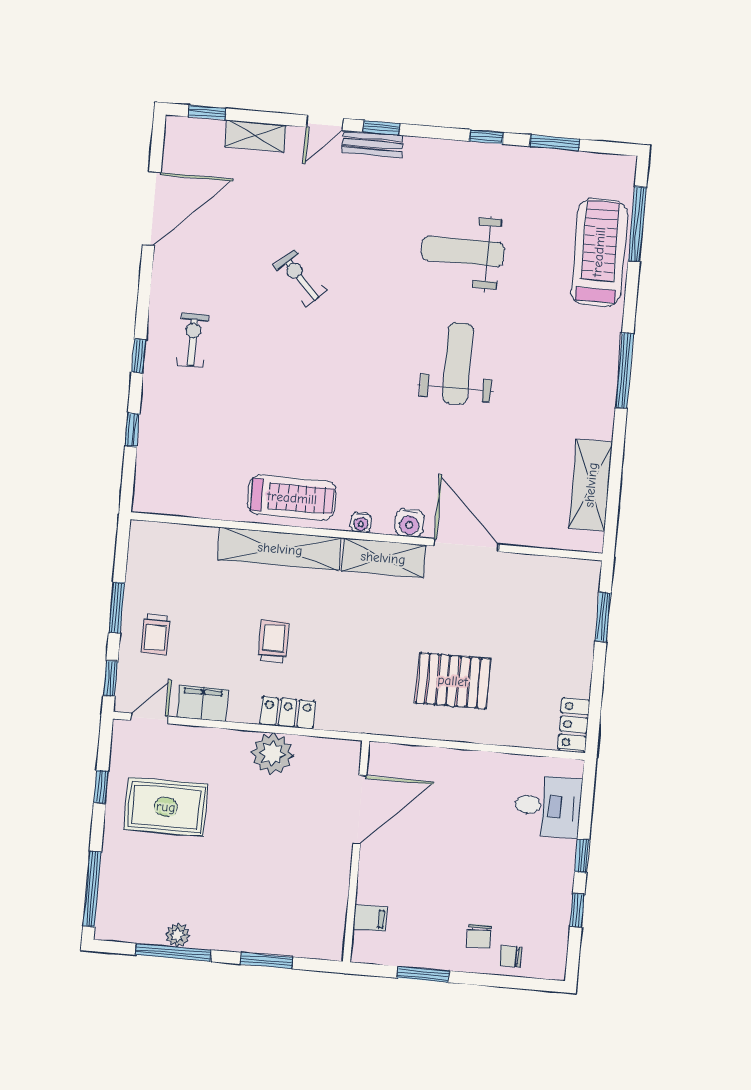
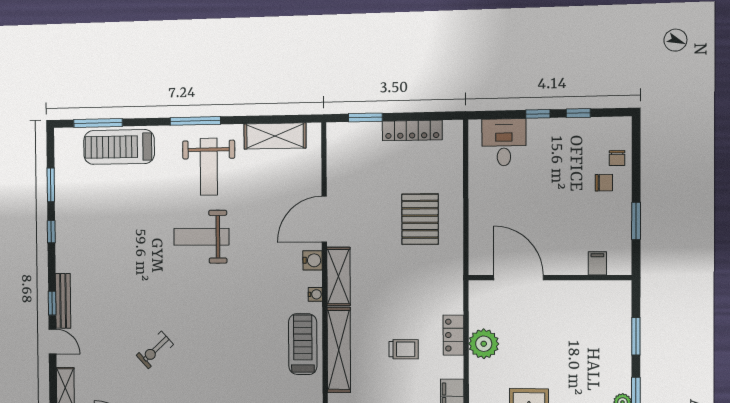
bench: (373, 144) -> (63, 301), width x1.36
weight bench: (463, 251) -> (209, 167), moved
trolley: (273, 641) -> (404, 349), turned 180
locker: (574, 725) -> (412, 131), moved, width x1.53

